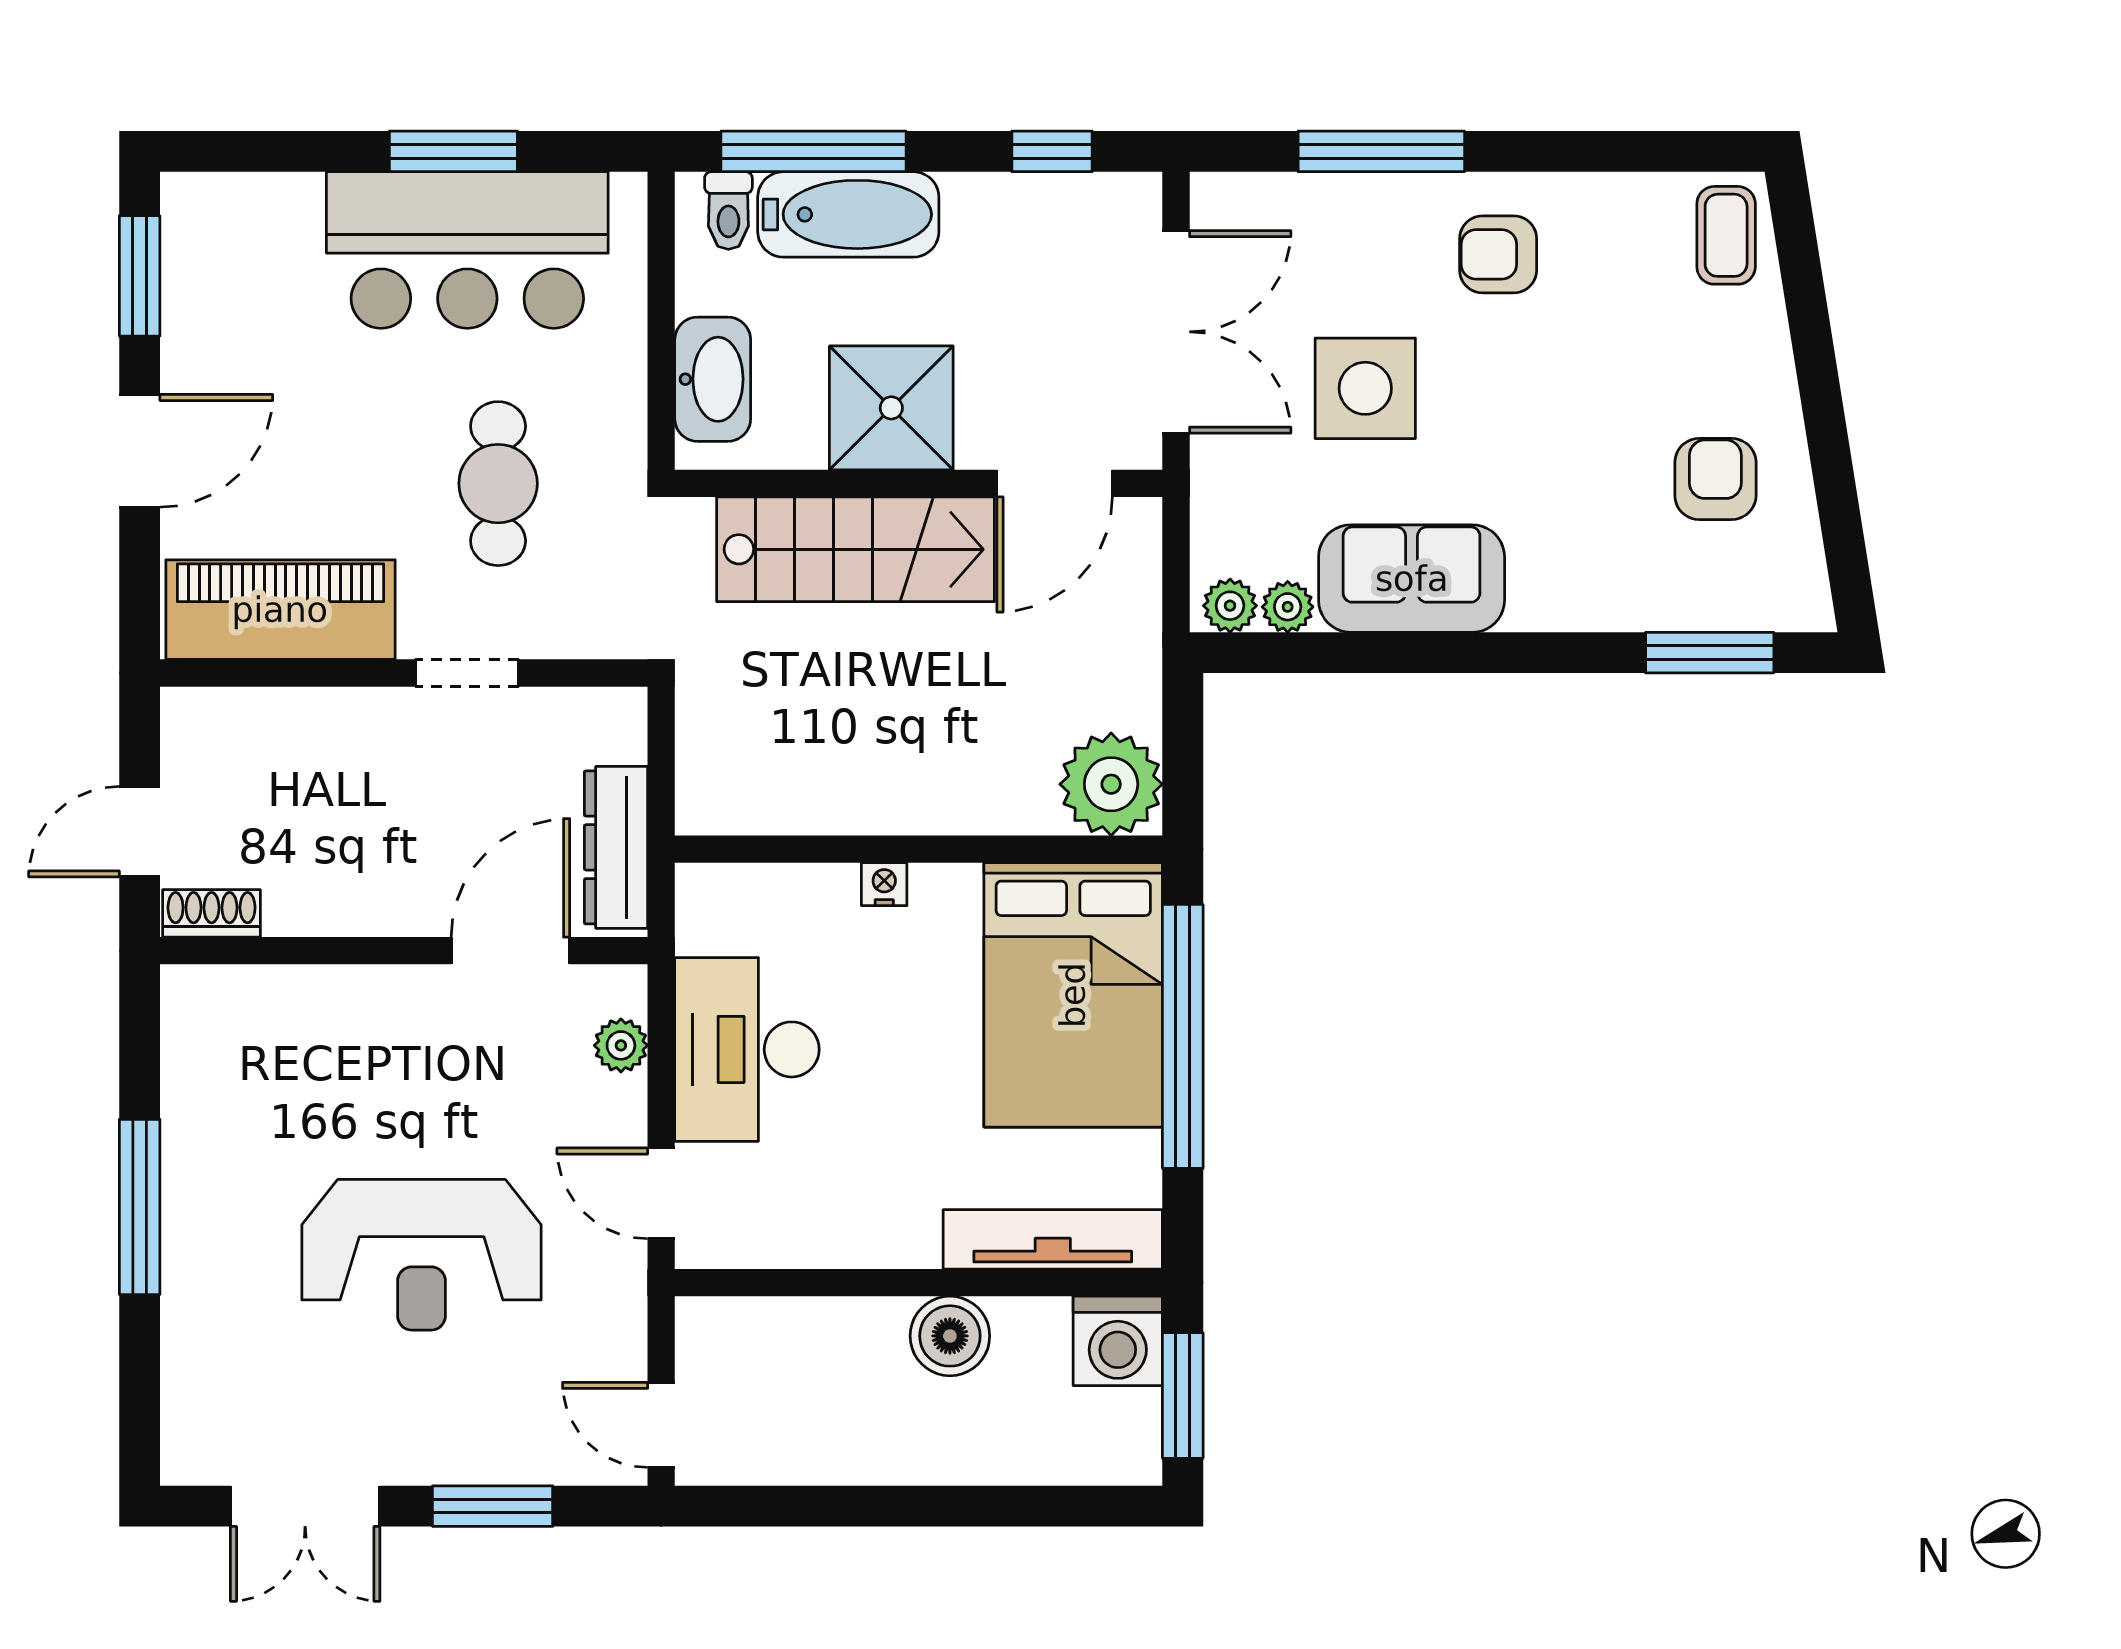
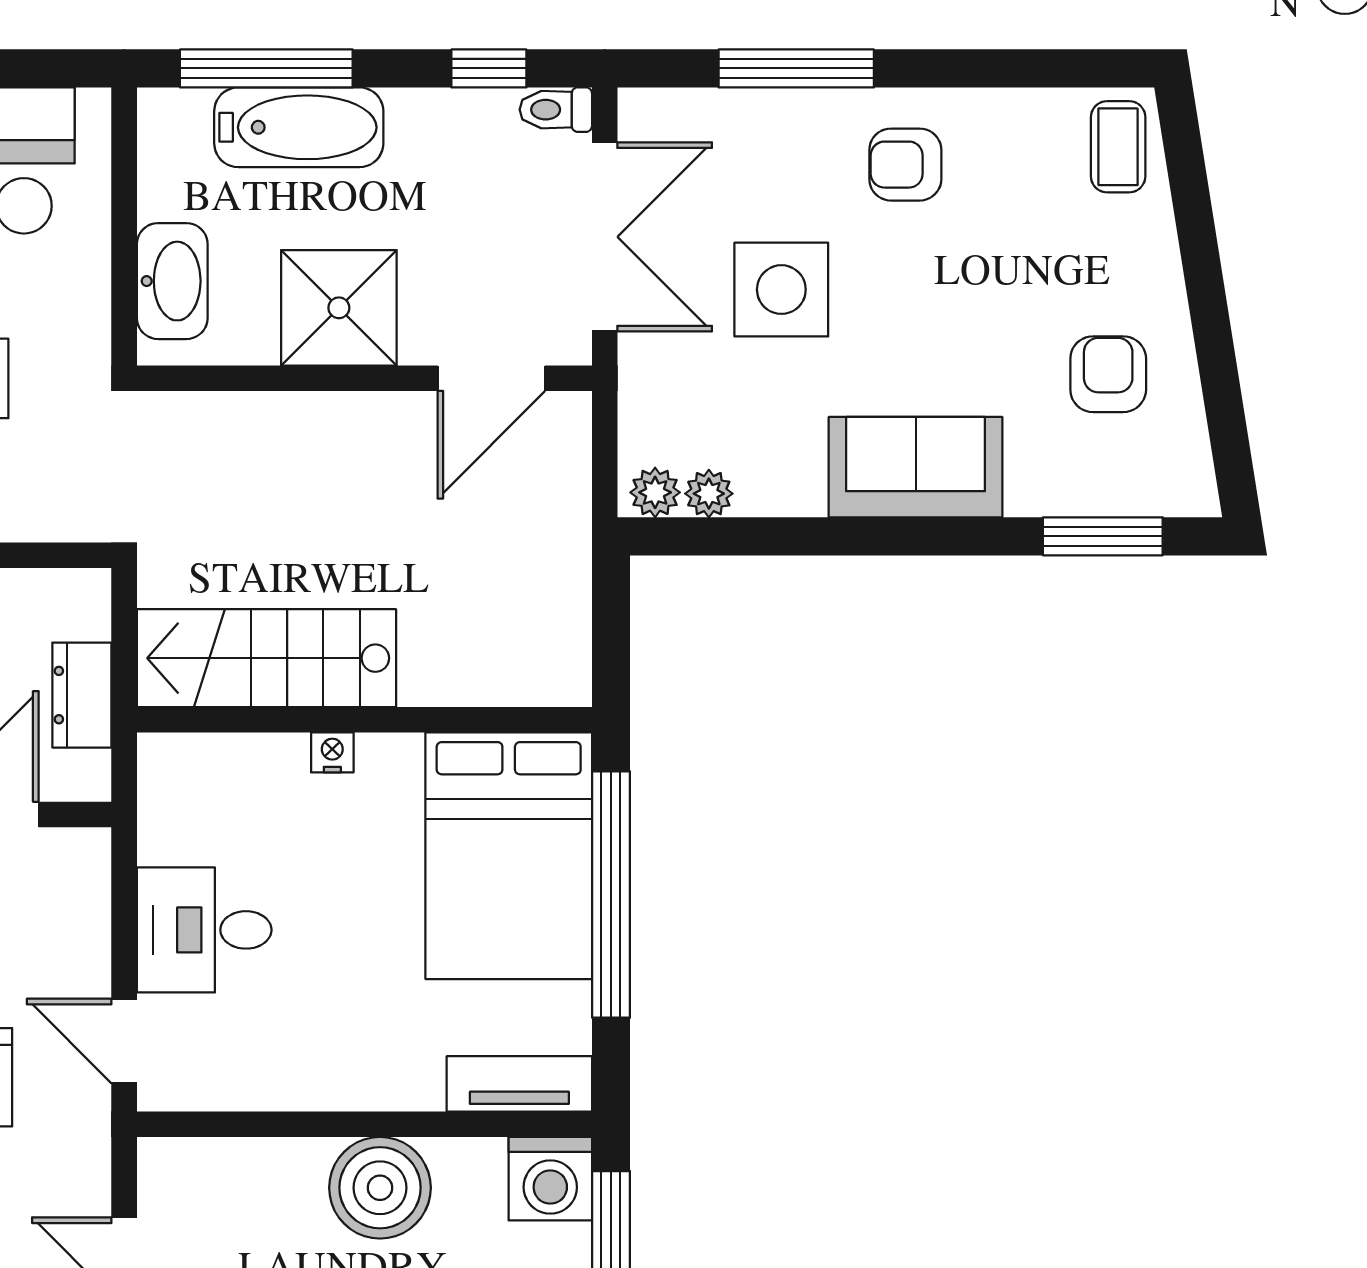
toilet: (728, 211) -> (556, 110), moved, turned 90
stairs: (856, 549) -> (266, 658), moved, turned 180
sofa: (1412, 579) -> (916, 467), moved
plant: (1111, 784) -> (544, 659), removed
dresser: (616, 847) -> (82, 695), width x0.70
plant: (621, 1045) -> (87, 903), removed
desk: (747, 1049) -> (204, 930), width x0.73
tv unit: (1053, 1239) -> (519, 1084), width x0.71
boiler: (950, 1336) -> (380, 1188), width x1.37, depth x1.37

